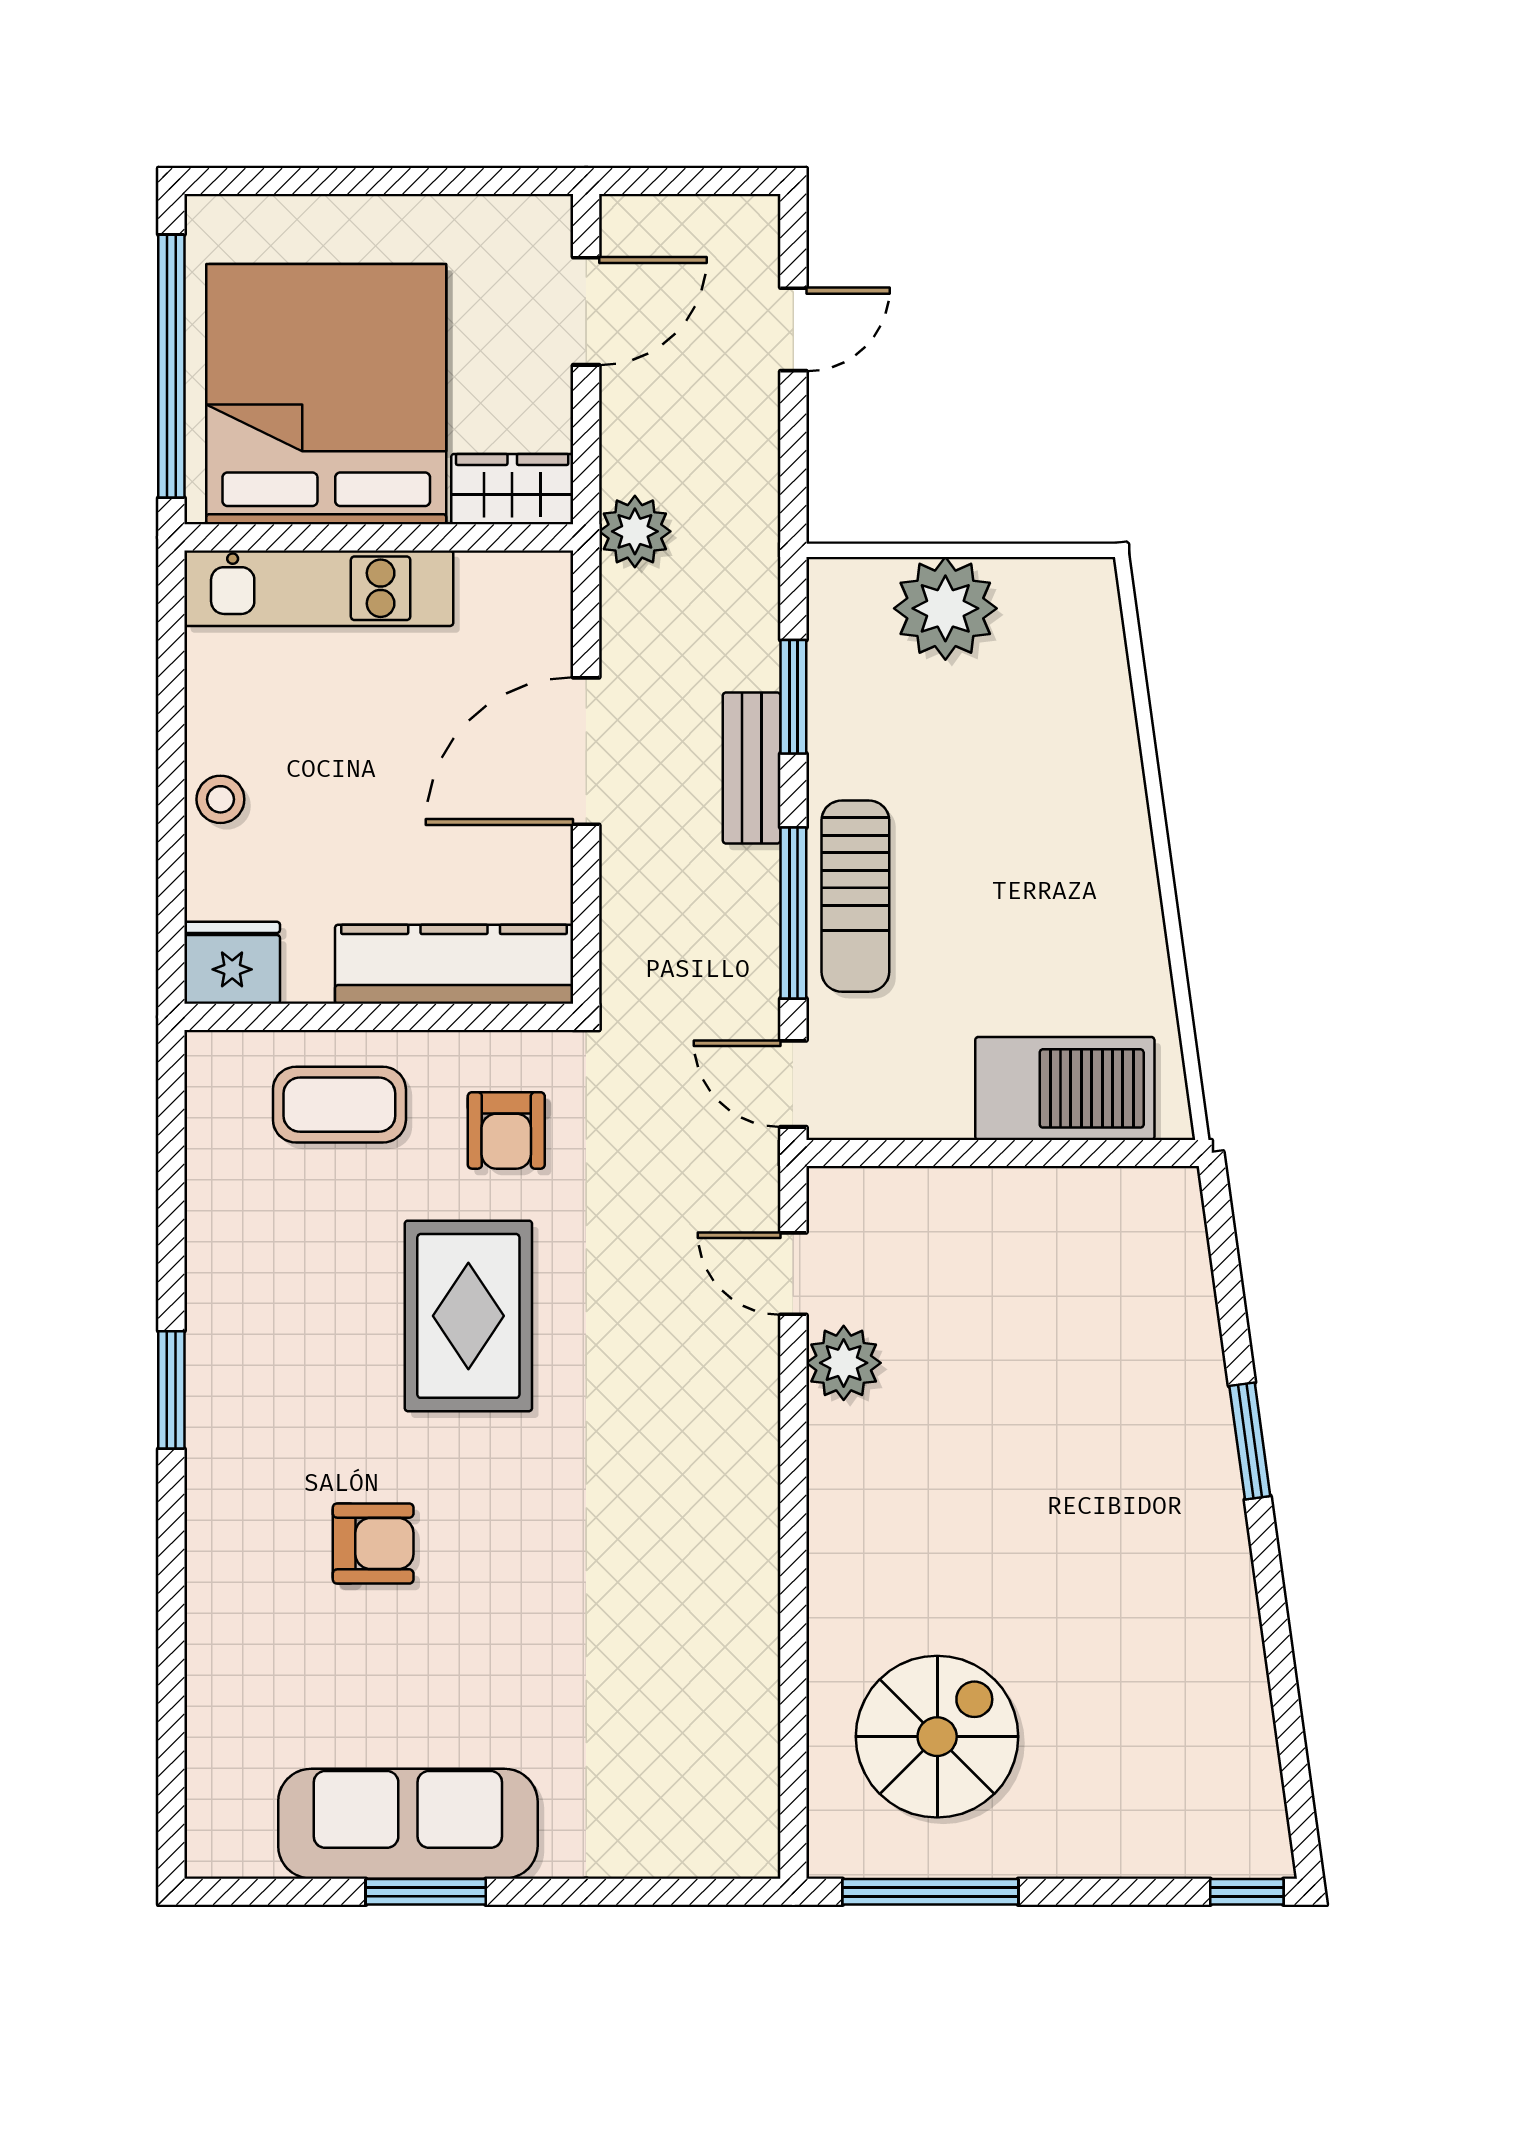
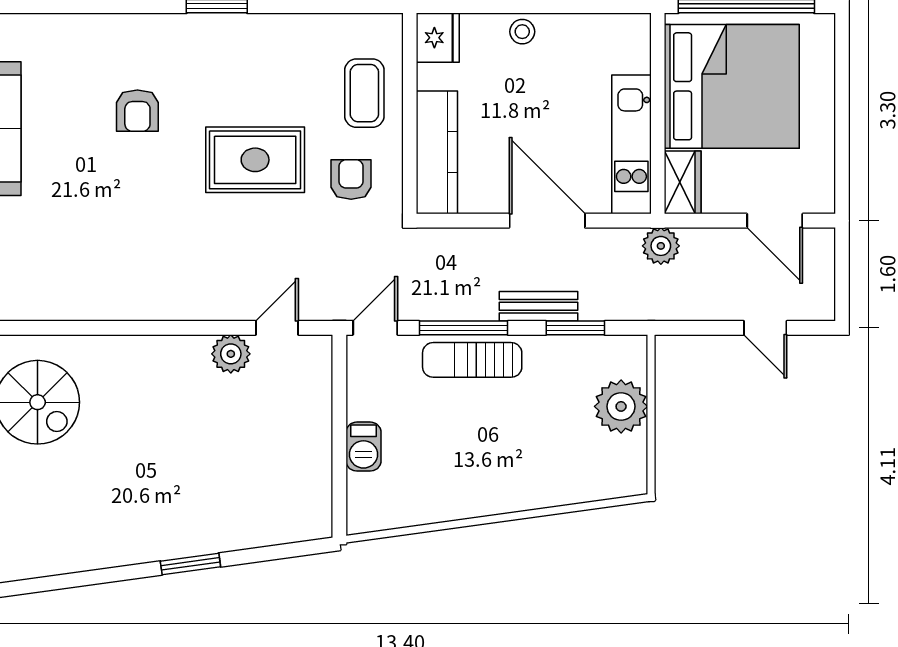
kitchen unit: (319, 588) -> (631, 144), moved
barbecue: (1065, 1088) -> (363, 447), width x0.53, depth x0.65
armchair: (506, 1130) -> (351, 179), turned 90

